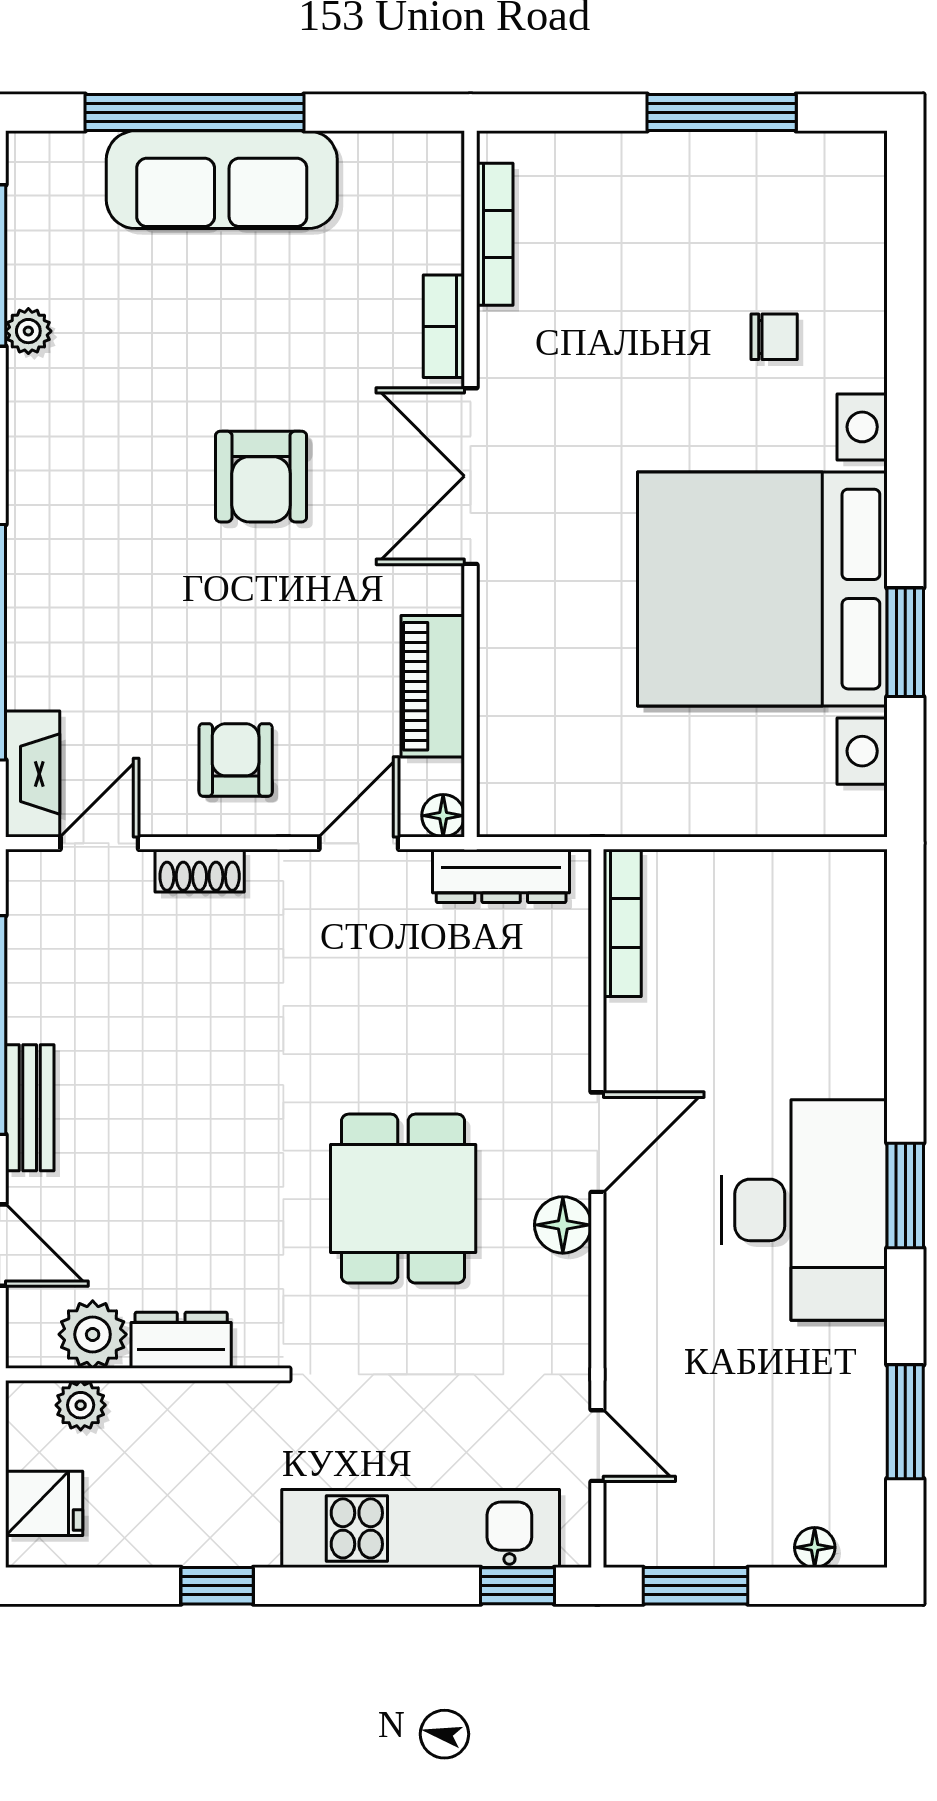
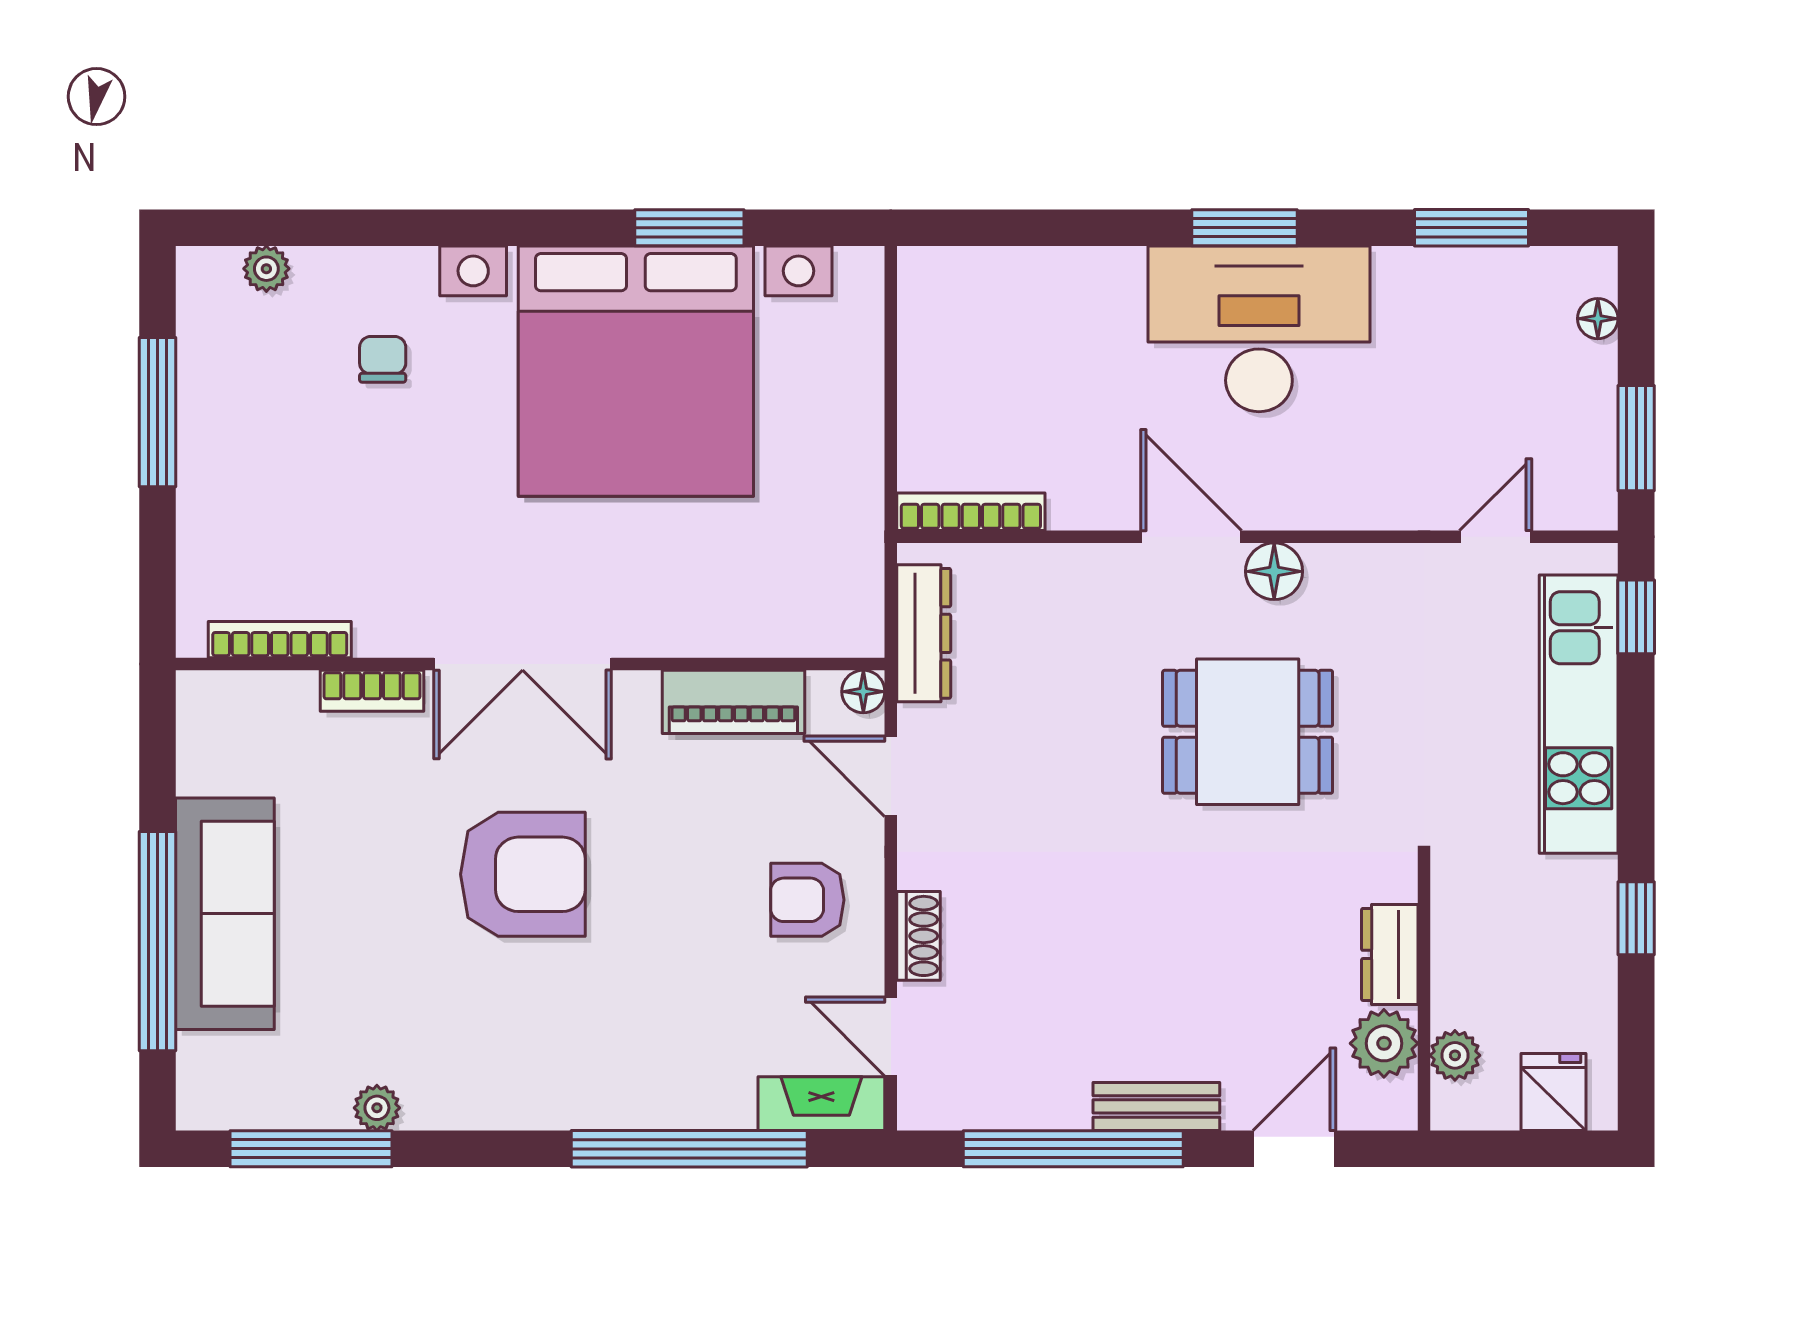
plant: (864, 221) -> (266, 269), added
armchair: (261, 477) -> (523, 874), width x1.36, depth x1.36

